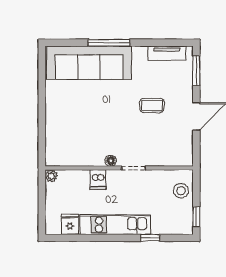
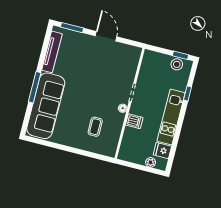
tv unit: (167, 53) -> (52, 52), width x1.41
coffee table: (152, 105) -> (95, 127), moved
plant: (51, 176) -> (151, 162), moved
stool: (181, 191) -> (177, 64), moved

